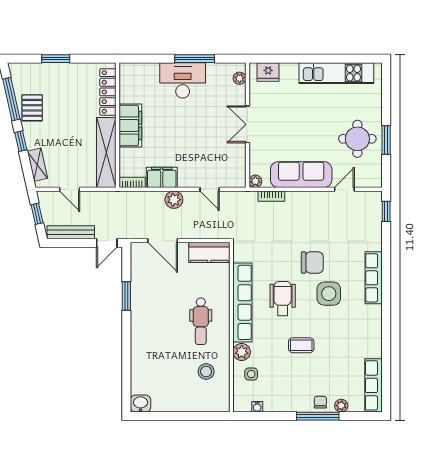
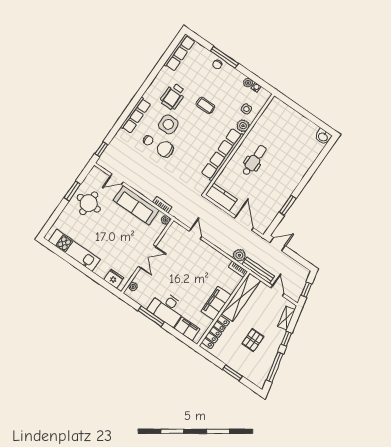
pallet: (32, 108) -> (253, 340), moved
filing cabinet: (162, 177) -> (187, 329), moved, turned 180
plant: (174, 200) -> (239, 255), moved
bench: (71, 232) -> (258, 270), moved
chair: (339, 259) -> (148, 140), added
wheelchair: (283, 298) -> (173, 96), moved
stool: (206, 371) -> (272, 129), removed
plant: (341, 406) -> (248, 83), moved

